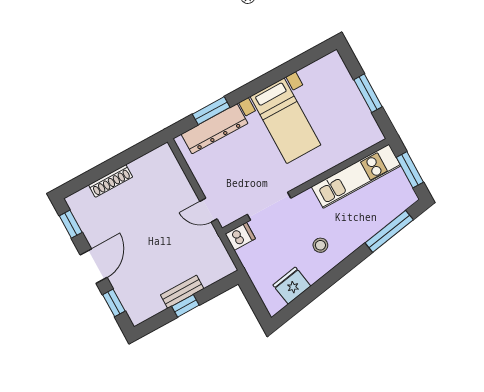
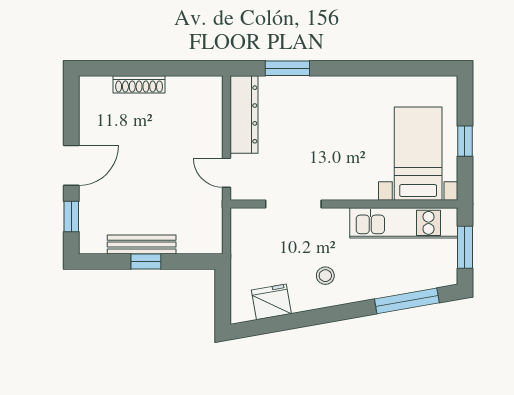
window: (368, 93) -> (465, 141), width x0.67
bed with nightstands: (285, 121) -> (418, 154), moved, turned 180
dresser: (215, 129) -> (244, 114), moved, turned -90
window: (71, 224) -> (71, 107), removed
dishwasher: (240, 236) -> (245, 219), removed
bench: (182, 292) -> (142, 245), width x1.36

